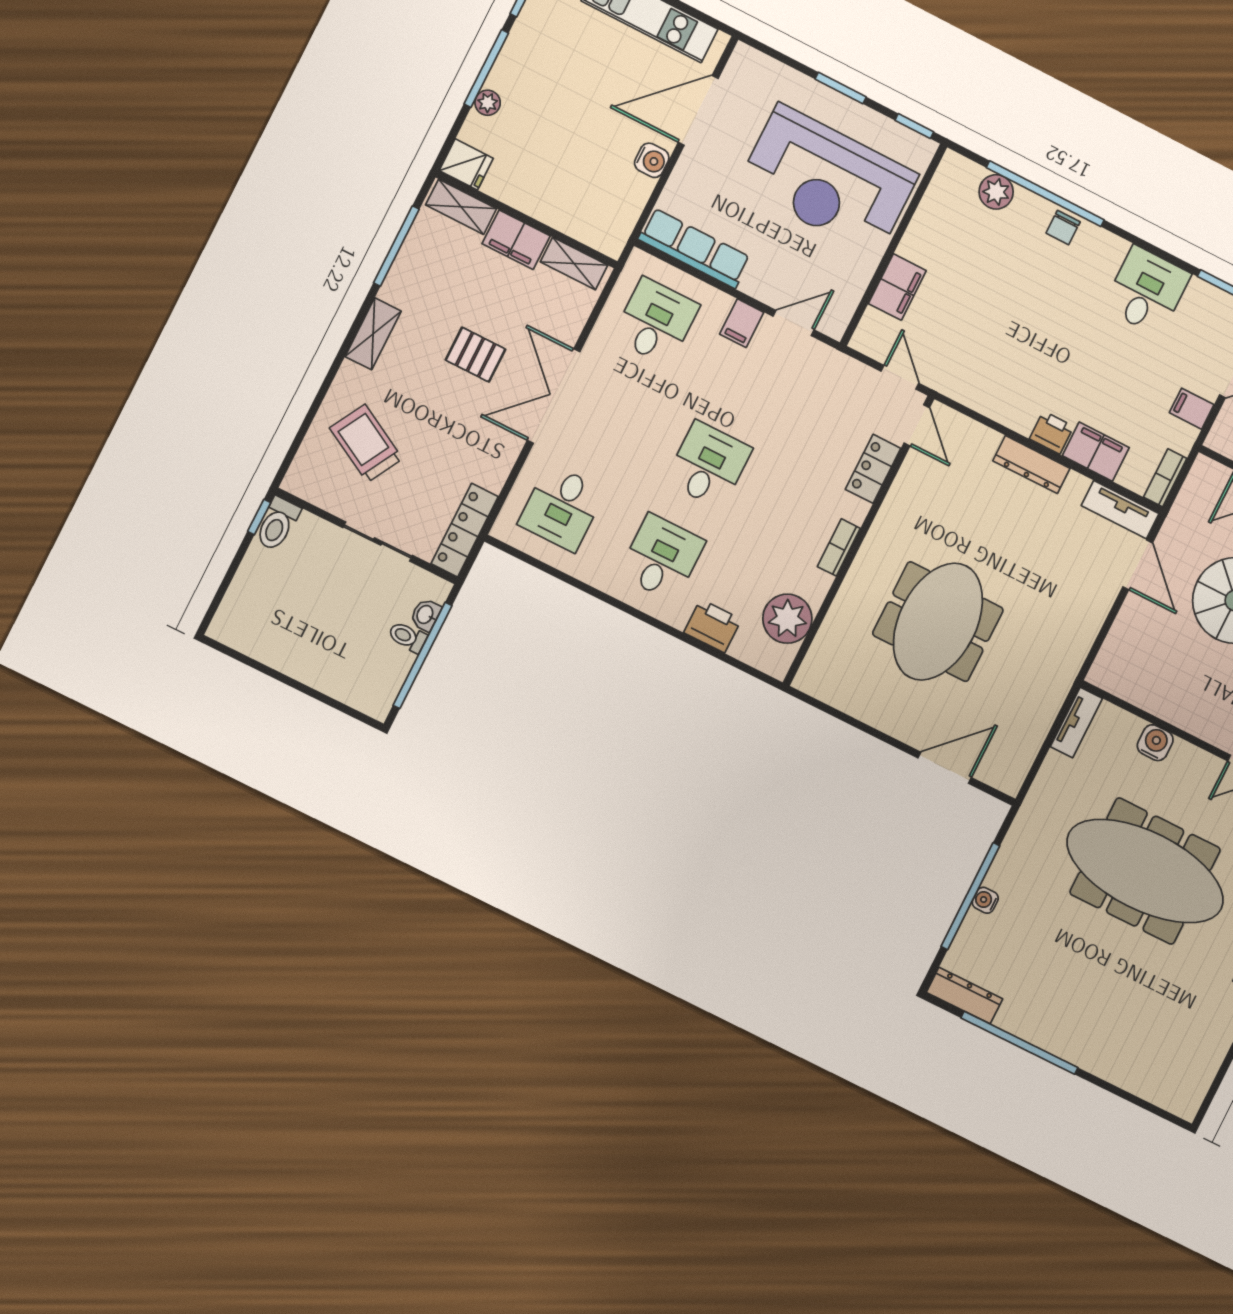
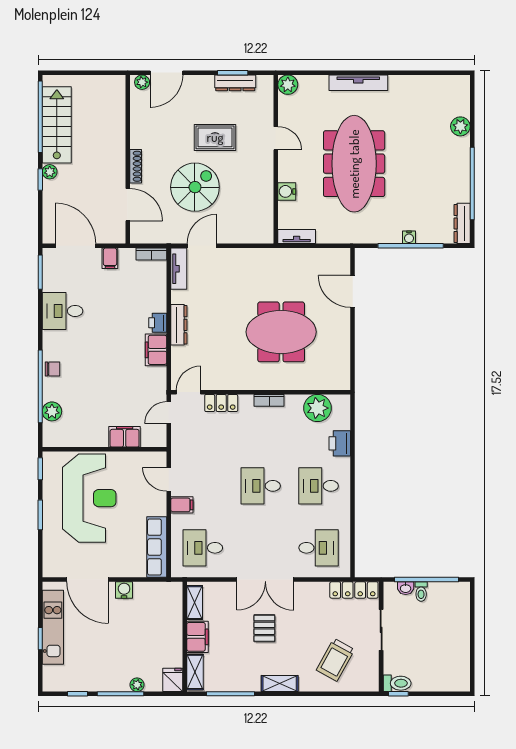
filing cabinet: (1096, 452) -> (156, 350), moved
plant: (1119, 1069) -> (460, 126), added

